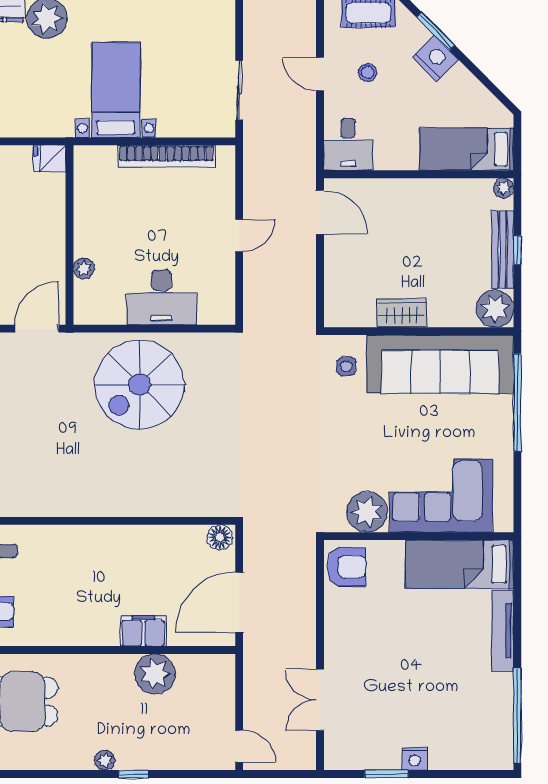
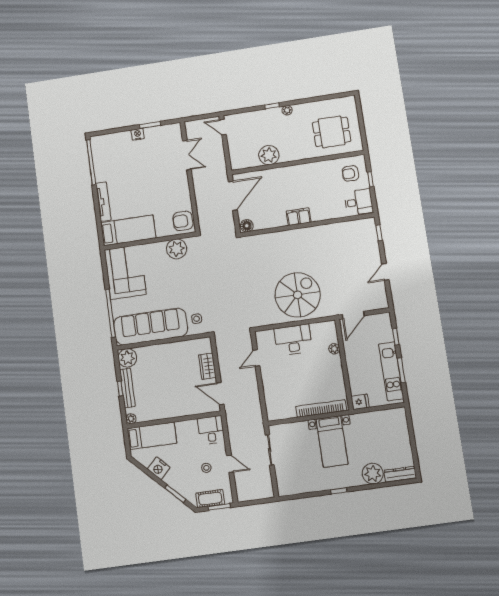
nightstand: (435, 58) -> (159, 468), moved
bookcase: (166, 156) -> (321, 408), moved
door: (239, 235) -> (256, 358), moved
wardrobe: (402, 313) -> (207, 366), moved, turned 90
corner sofa: (441, 496) -> (125, 272), moved, turned -90
filing cabinet: (143, 631) -> (299, 217), moved, turned 180

